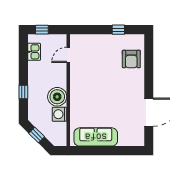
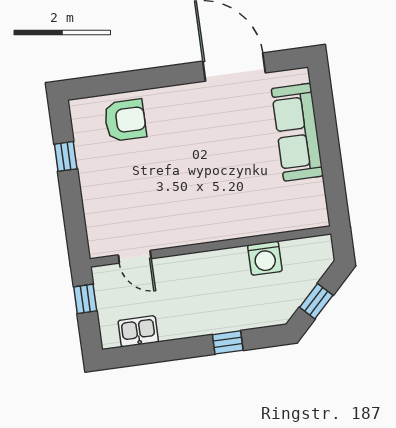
window: (42, 30) -> (85, 299), moved
boiler: (57, 97) -> (228, 268), removed
sofa: (96, 137) -> (297, 132), moved

